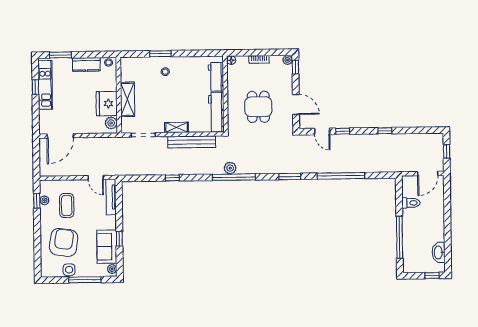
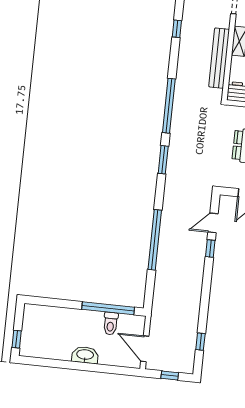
window: (385, 131) -> (200, 342), moved
plant: (230, 168) -> (181, 102), removed
window: (290, 176) -> (163, 160), moved
window: (400, 237) -> (108, 308), moved
washbasin: (439, 252) -> (85, 355), moved

